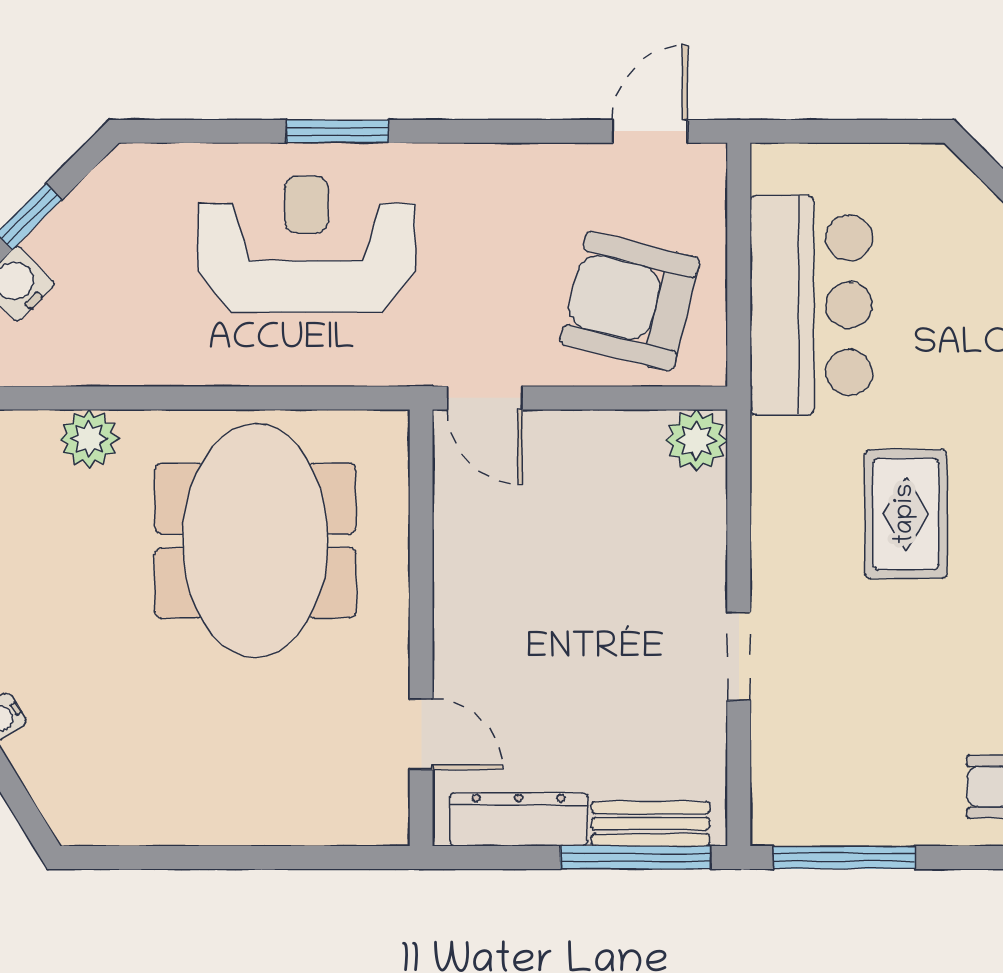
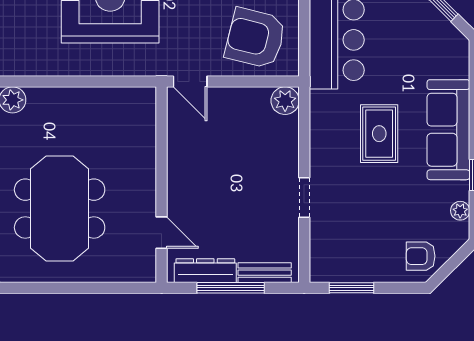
meeting table: (255, 541) -> (60, 209), moved
window: (636, 857) -> (231, 288), moved
window: (844, 857) -> (352, 288), width x0.69

